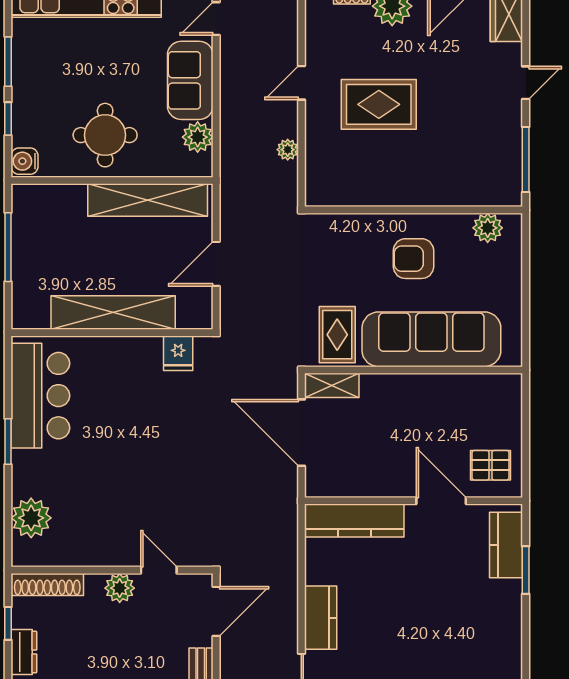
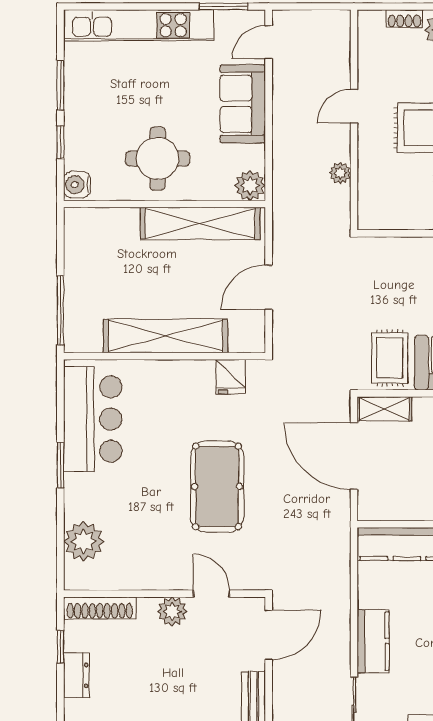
plant: (198, 137) -> (250, 185), moved
window: (8, 247) -> (60, 310), moved
pool table: (165, 463) -> (217, 486), added

